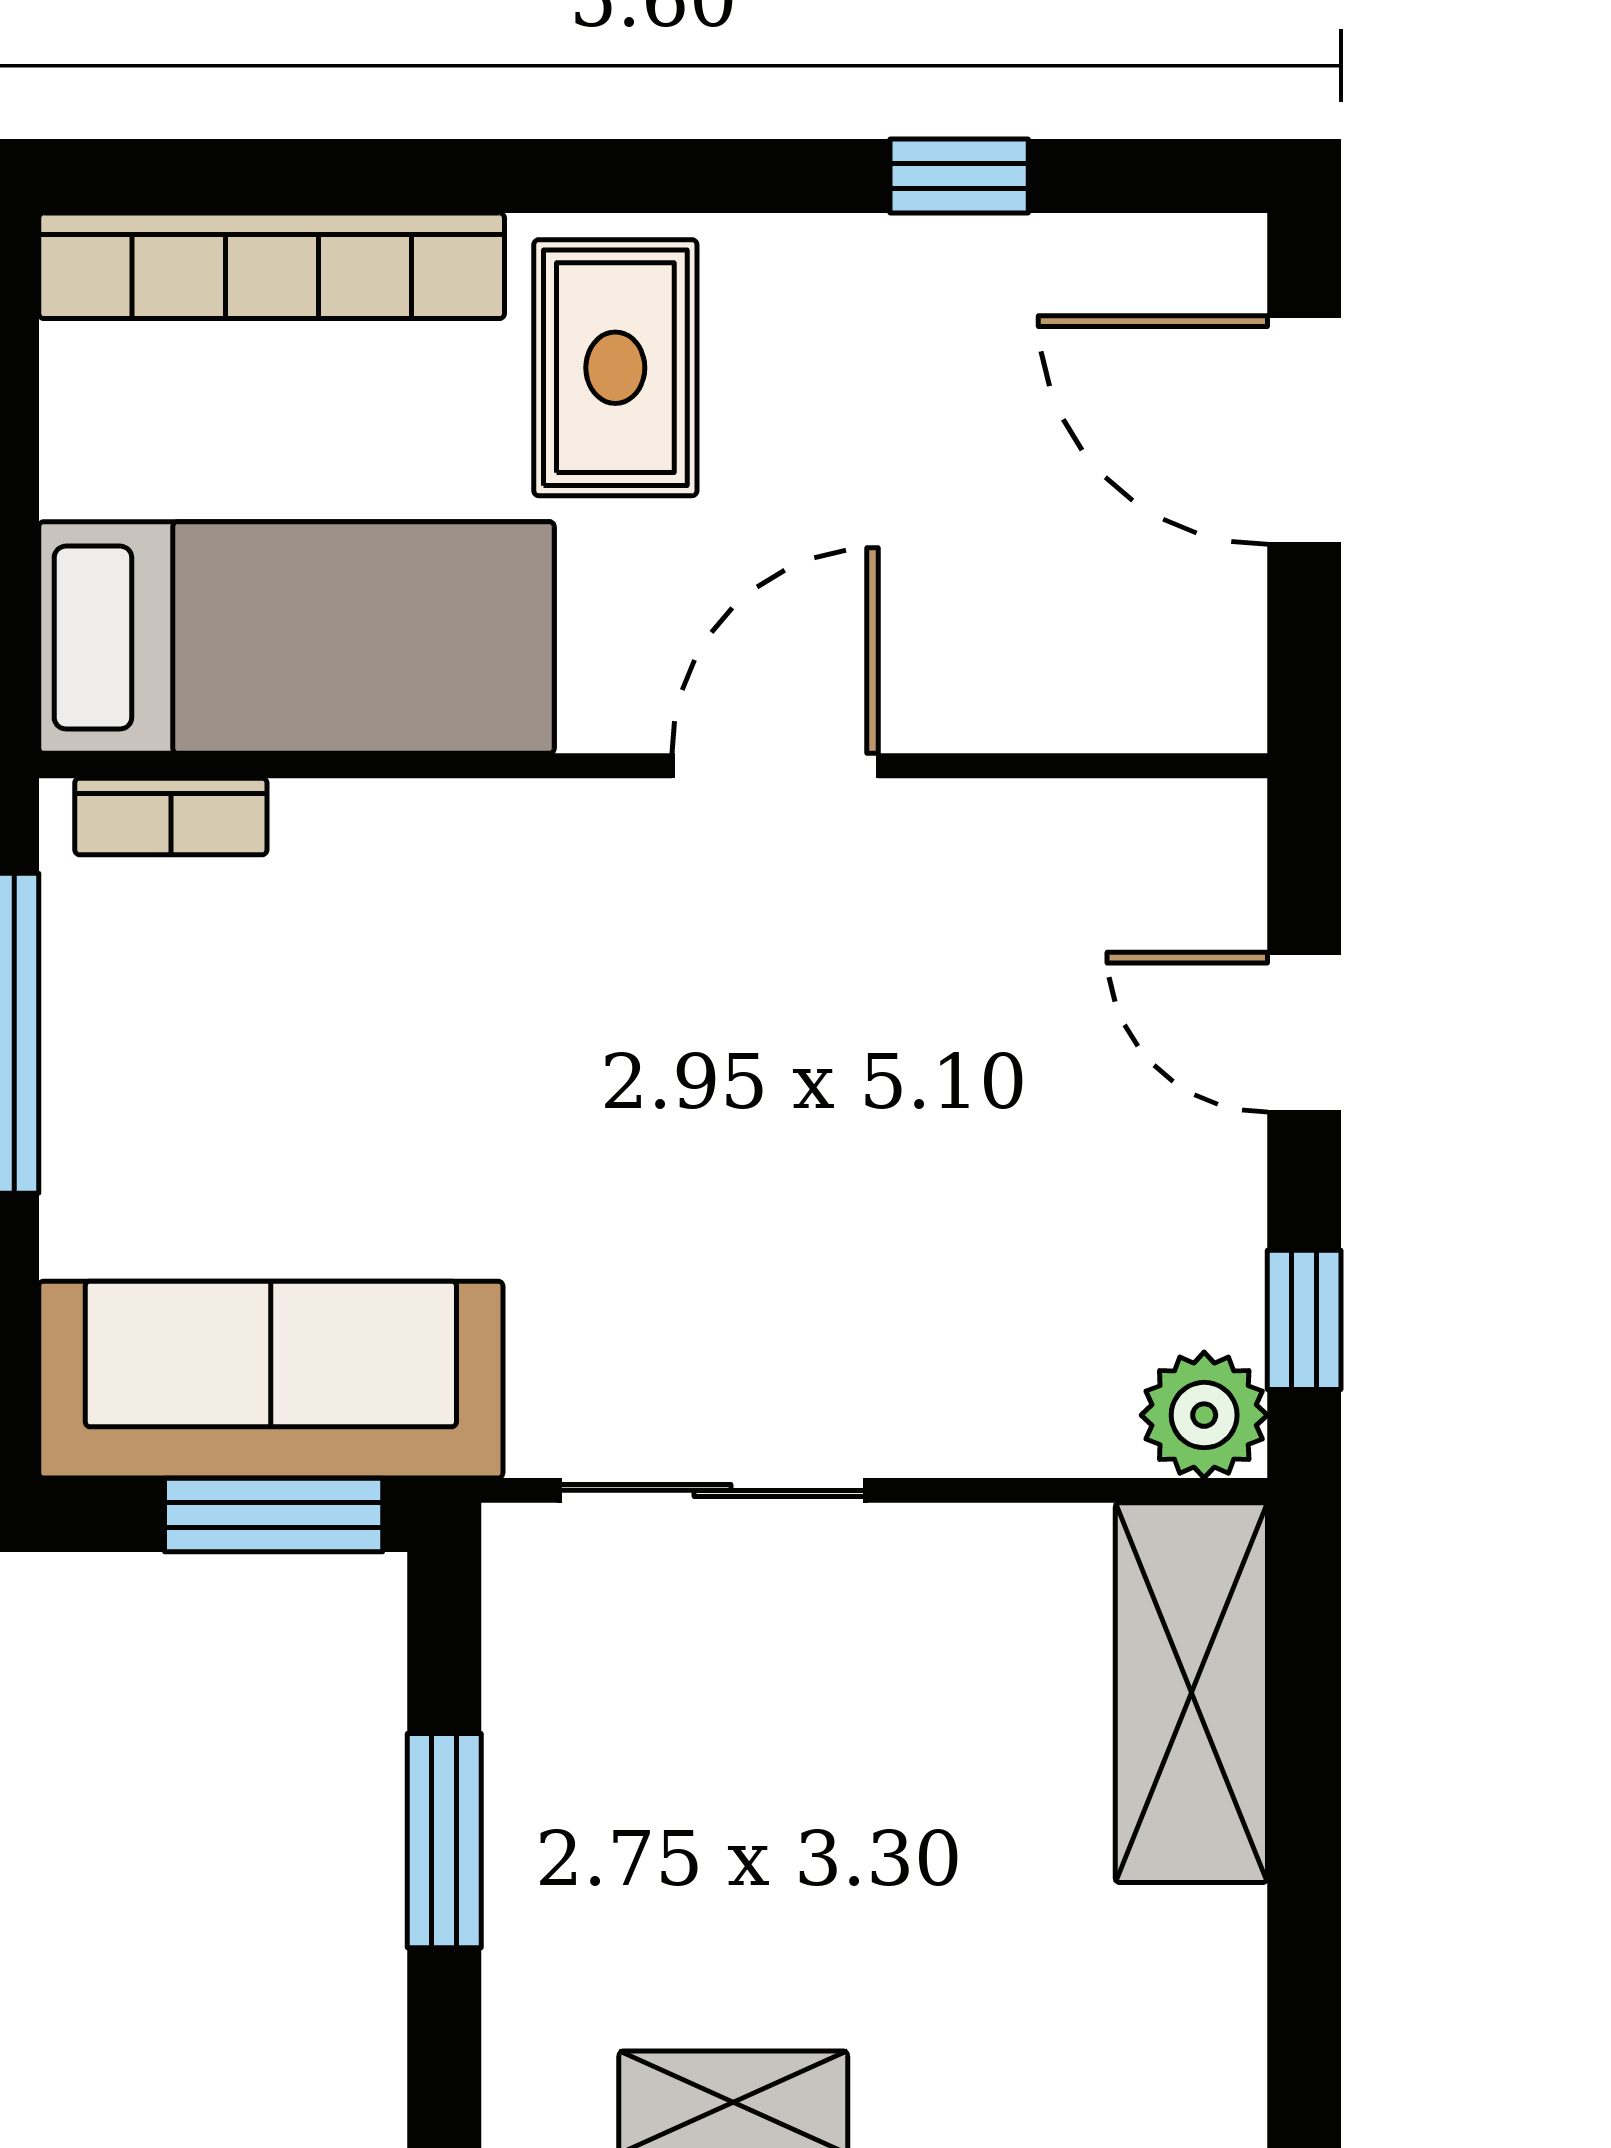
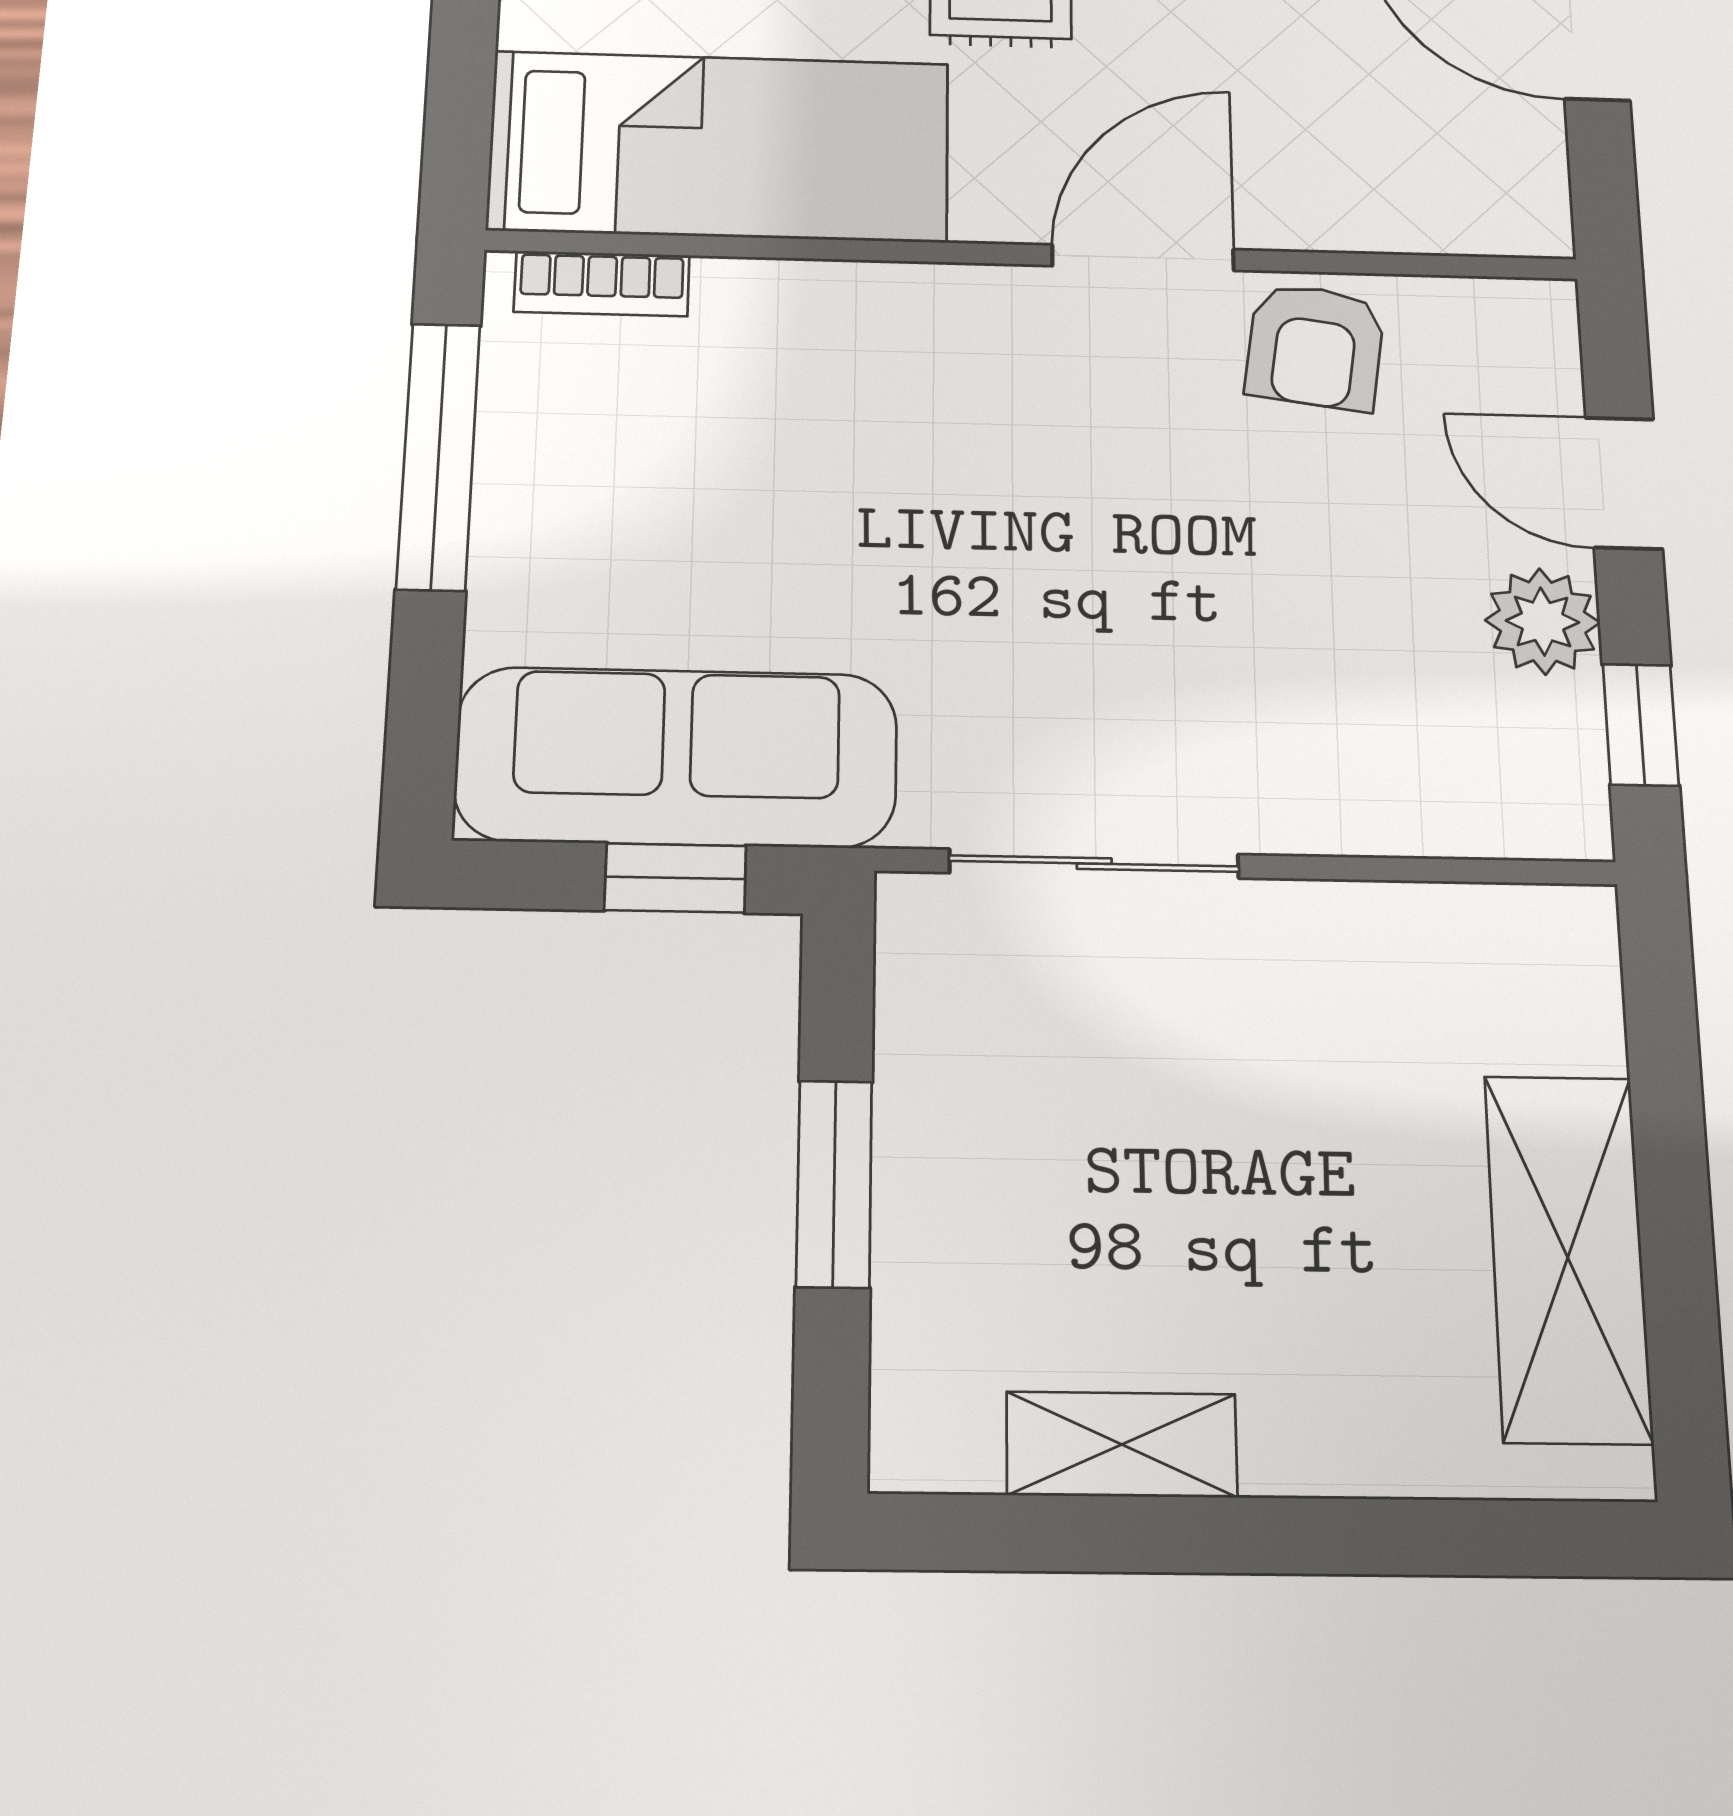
armchair: (966, 872) -> (1315, 346), added
plant: (1204, 1415) -> (1543, 621), moved
window: (274, 1515) -> (675, 878), width x0.67
shelving: (1191, 1693) -> (1568, 1258), moved

